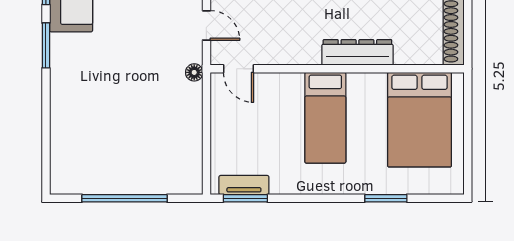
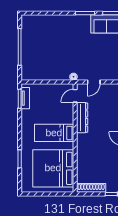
dresser: (357, 52) -> (82, 118), moved
bed: (420, 120) -> (53, 168), width x1.36

